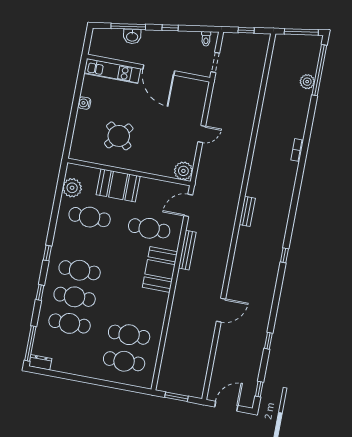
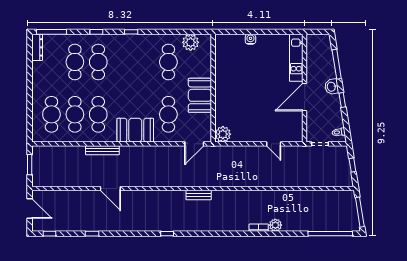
washbasin: (132, 36) -> (332, 87), moved
plant: (307, 82) -> (275, 225), moved
water cooler: (84, 103) -> (250, 39), moved
door: (202, 134) -> (274, 144), moved
round table: (119, 136) -> (242, 74), removed
booth: (118, 185) -> (200, 95), moved
door: (188, 205) -> (194, 144), swing flipped
bench: (187, 250) -> (102, 150), moved
cafe table: (80, 270) -> (98, 114), moved
dresser: (40, 362) -> (37, 47), width x1.44

